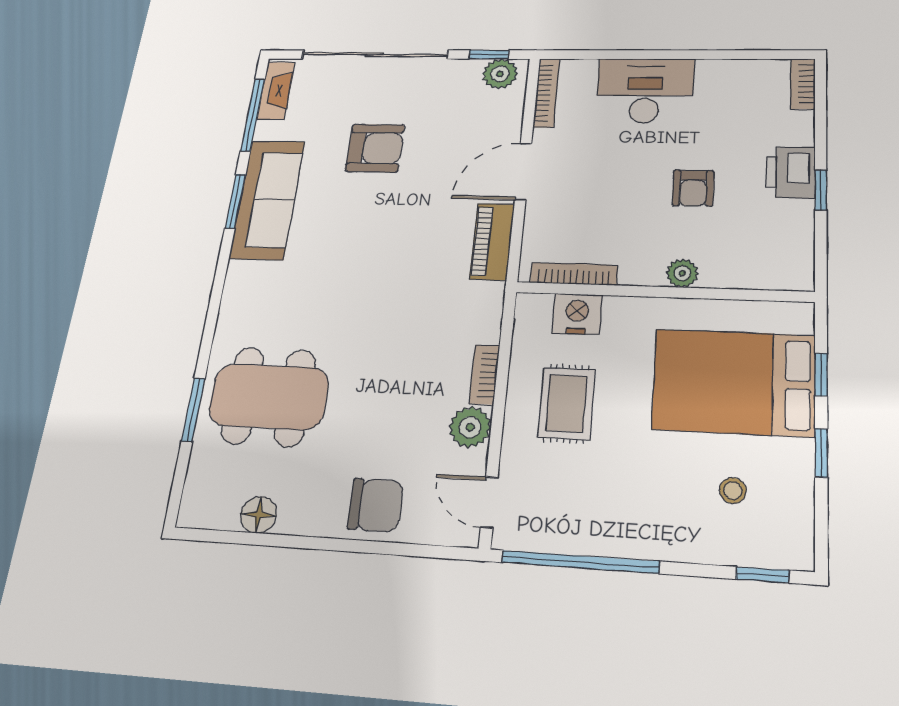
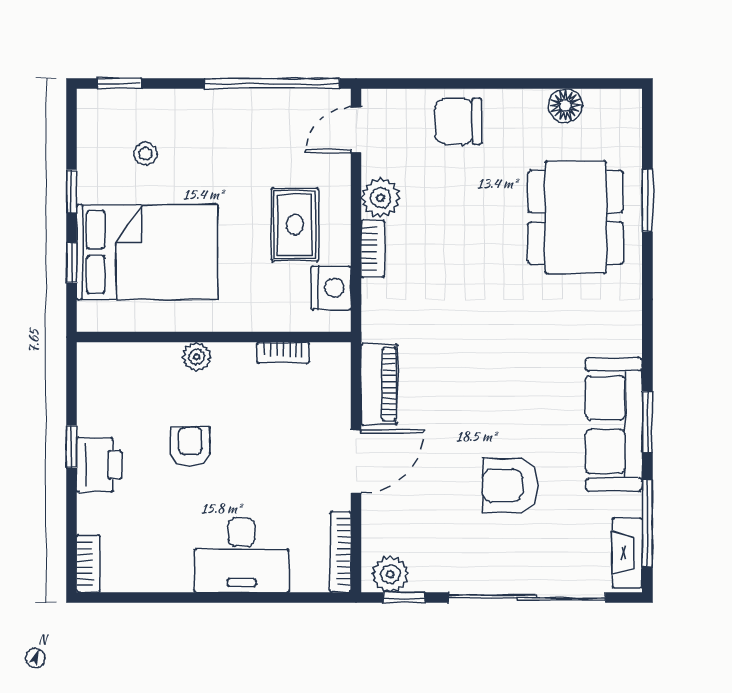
bookcase: (574, 274) -> (283, 353), width x0.64
nightstand: (577, 314) -> (331, 288), moved, turned -90
dining table: (269, 397) -> (576, 217), turned 90
door: (489, 502) -> (356, 130), swing flipped

